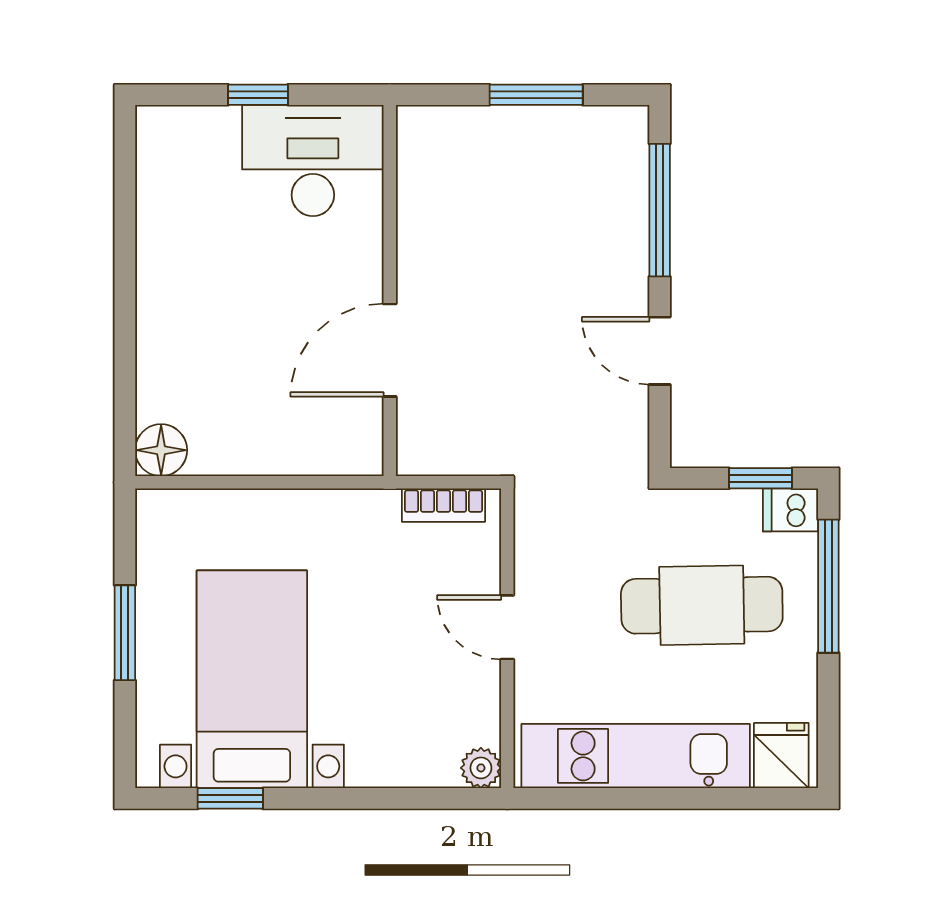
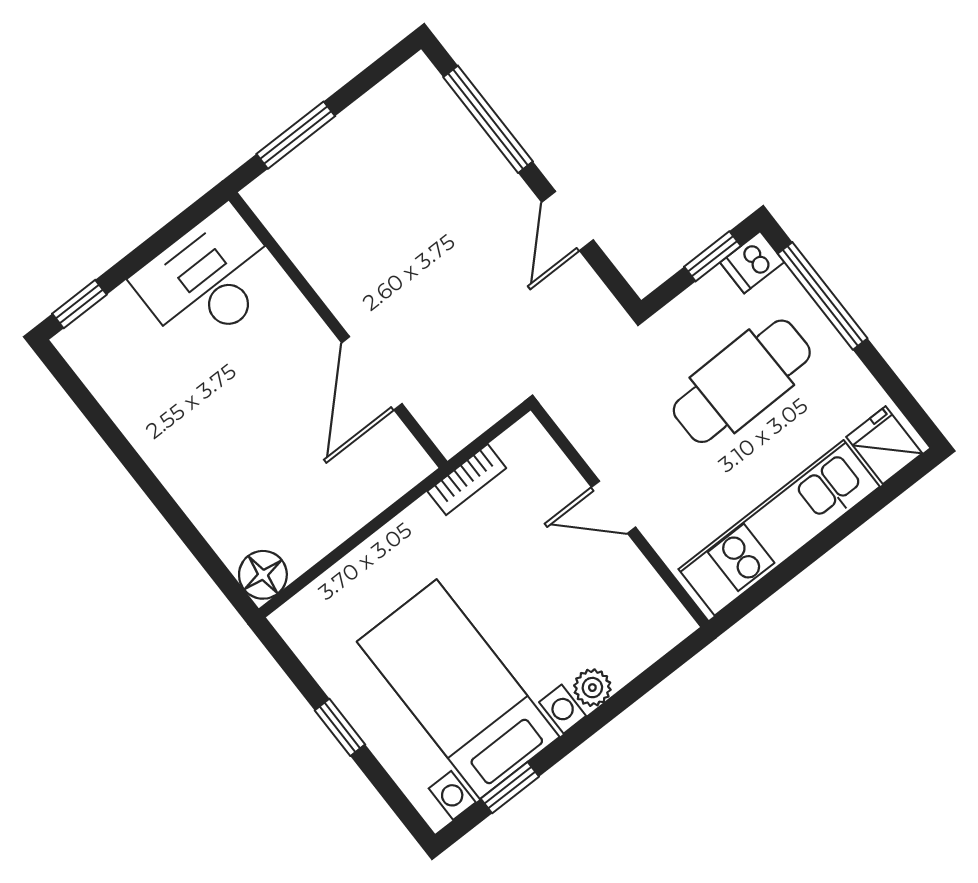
window: (258, 95) -> (79, 304), moved
window: (536, 95) -> (296, 135), moved
door: (660, 351) -> (567, 221), hinge flipped
bookcase: (444, 505) -> (467, 480), moved
window: (125, 633) -> (340, 727), width x0.67
plant: (481, 768) -> (592, 688), moved

